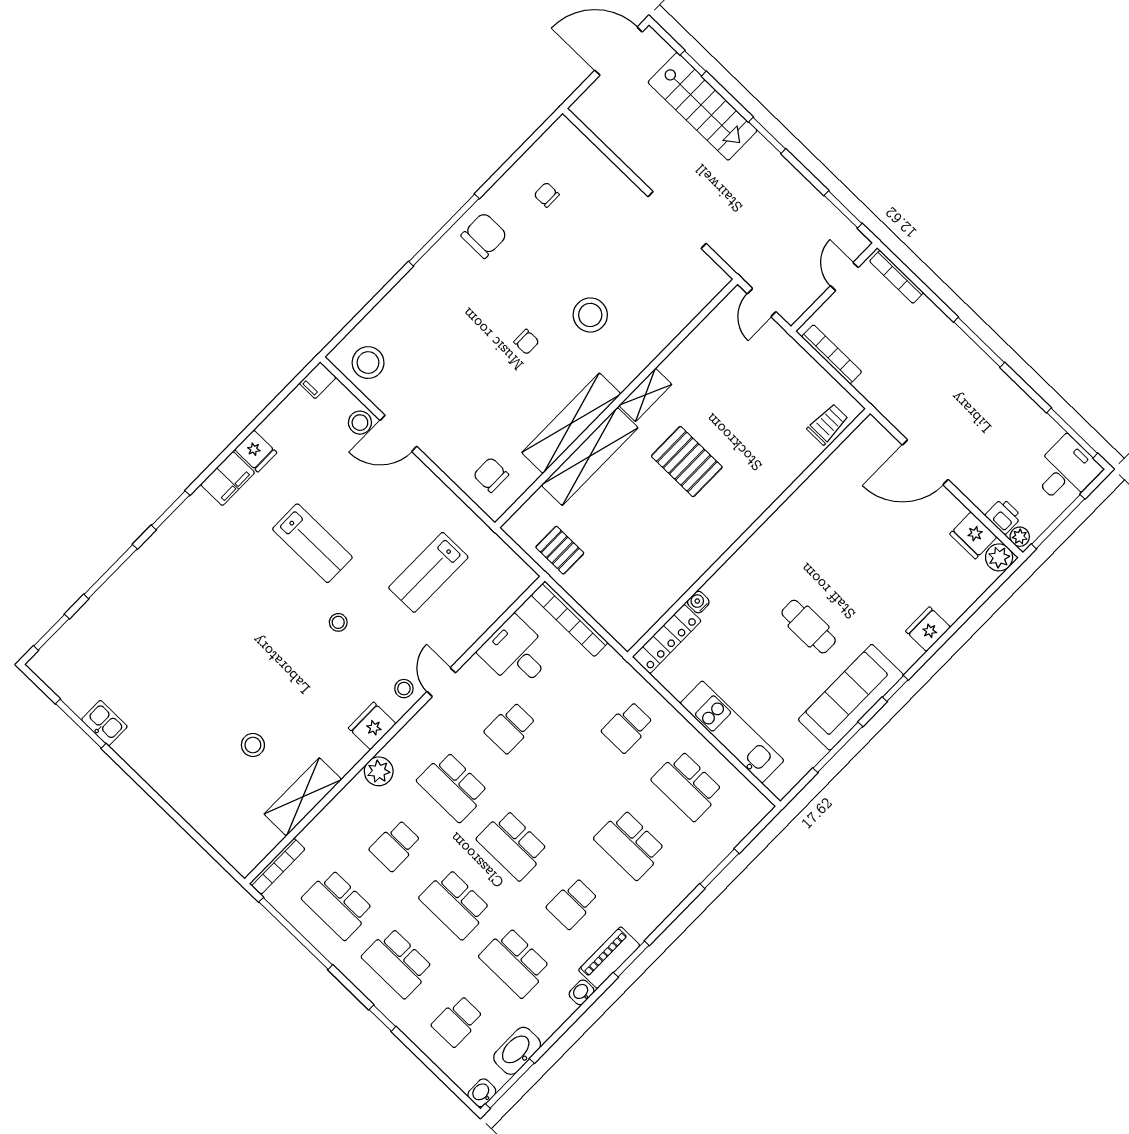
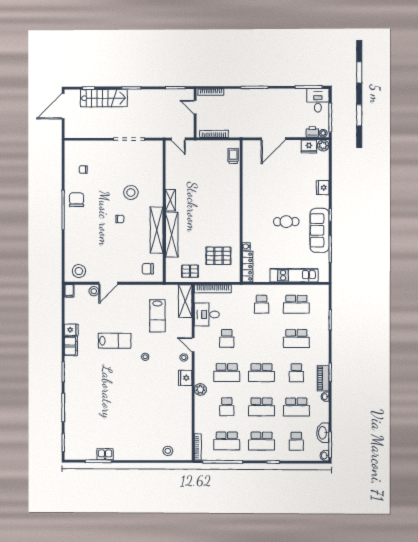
pallet: (687, 462) -> (218, 256), moved
stool: (253, 745) -> (168, 451), moved
shelving: (303, 797) -> (185, 301), moved

